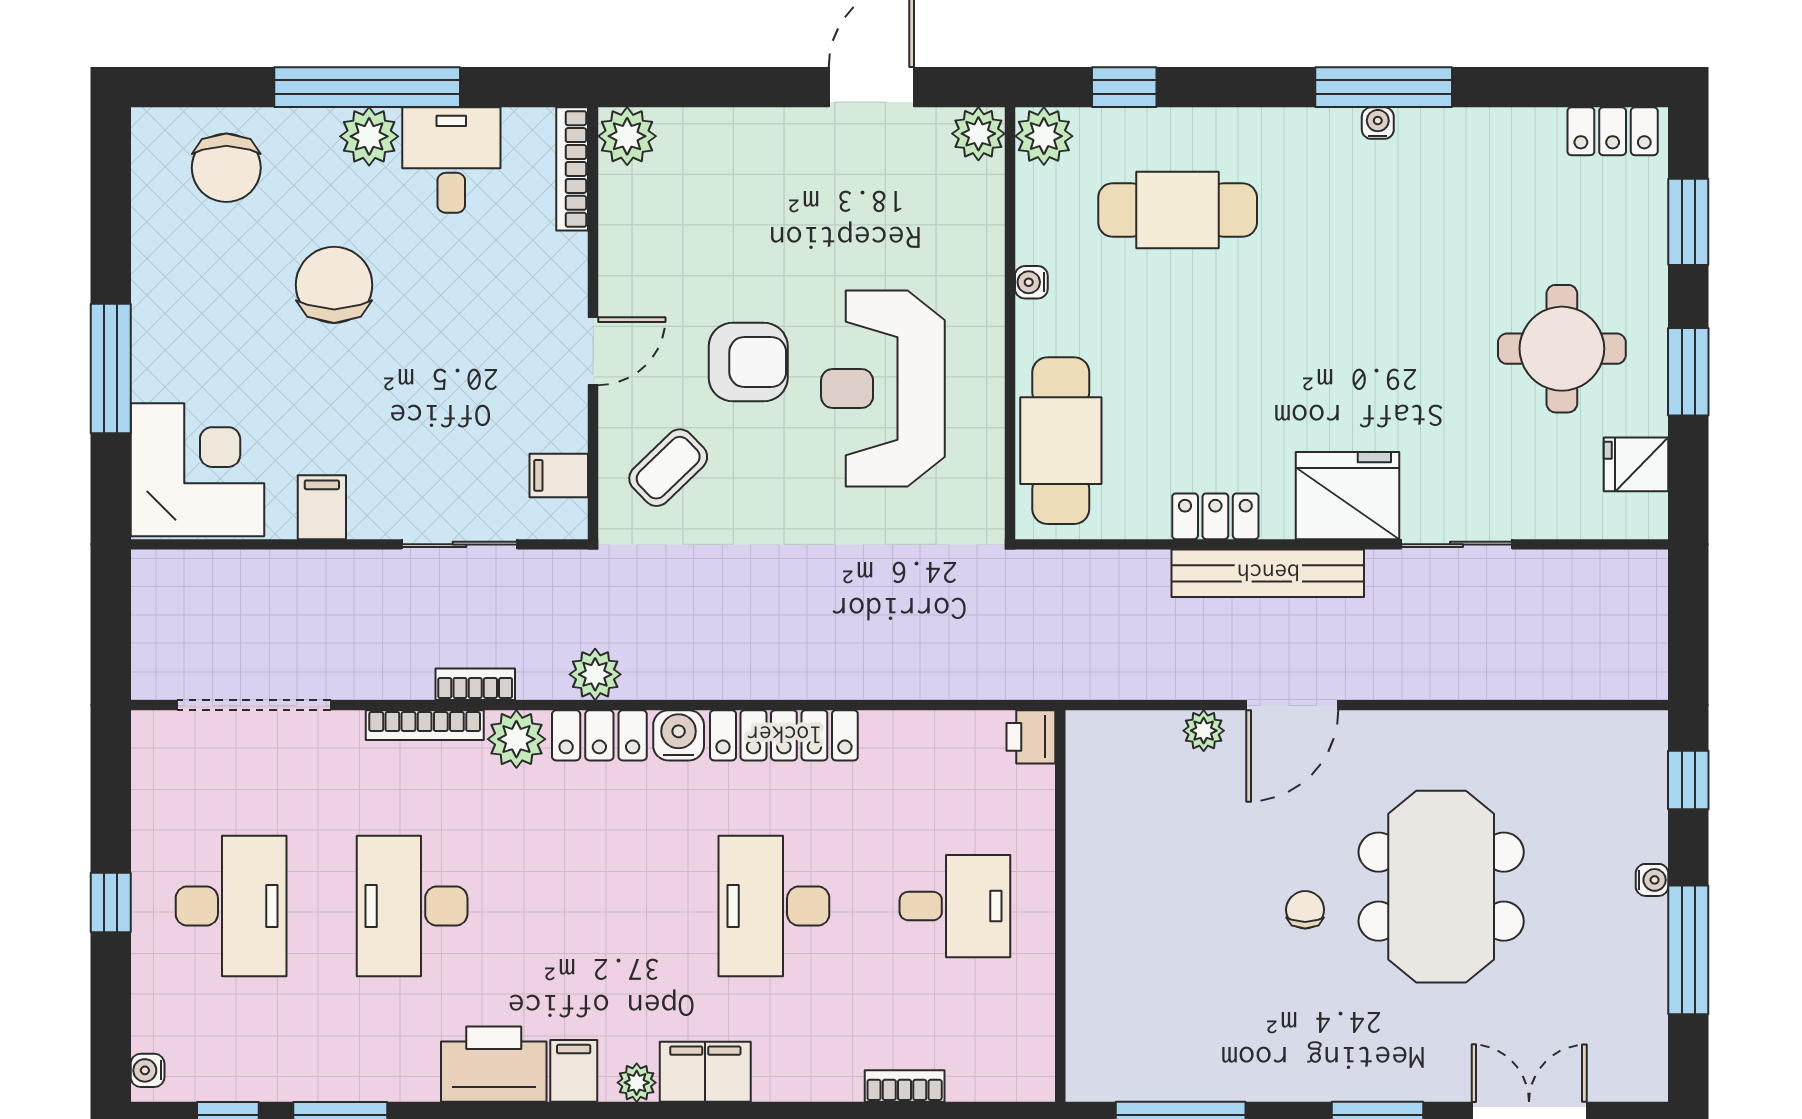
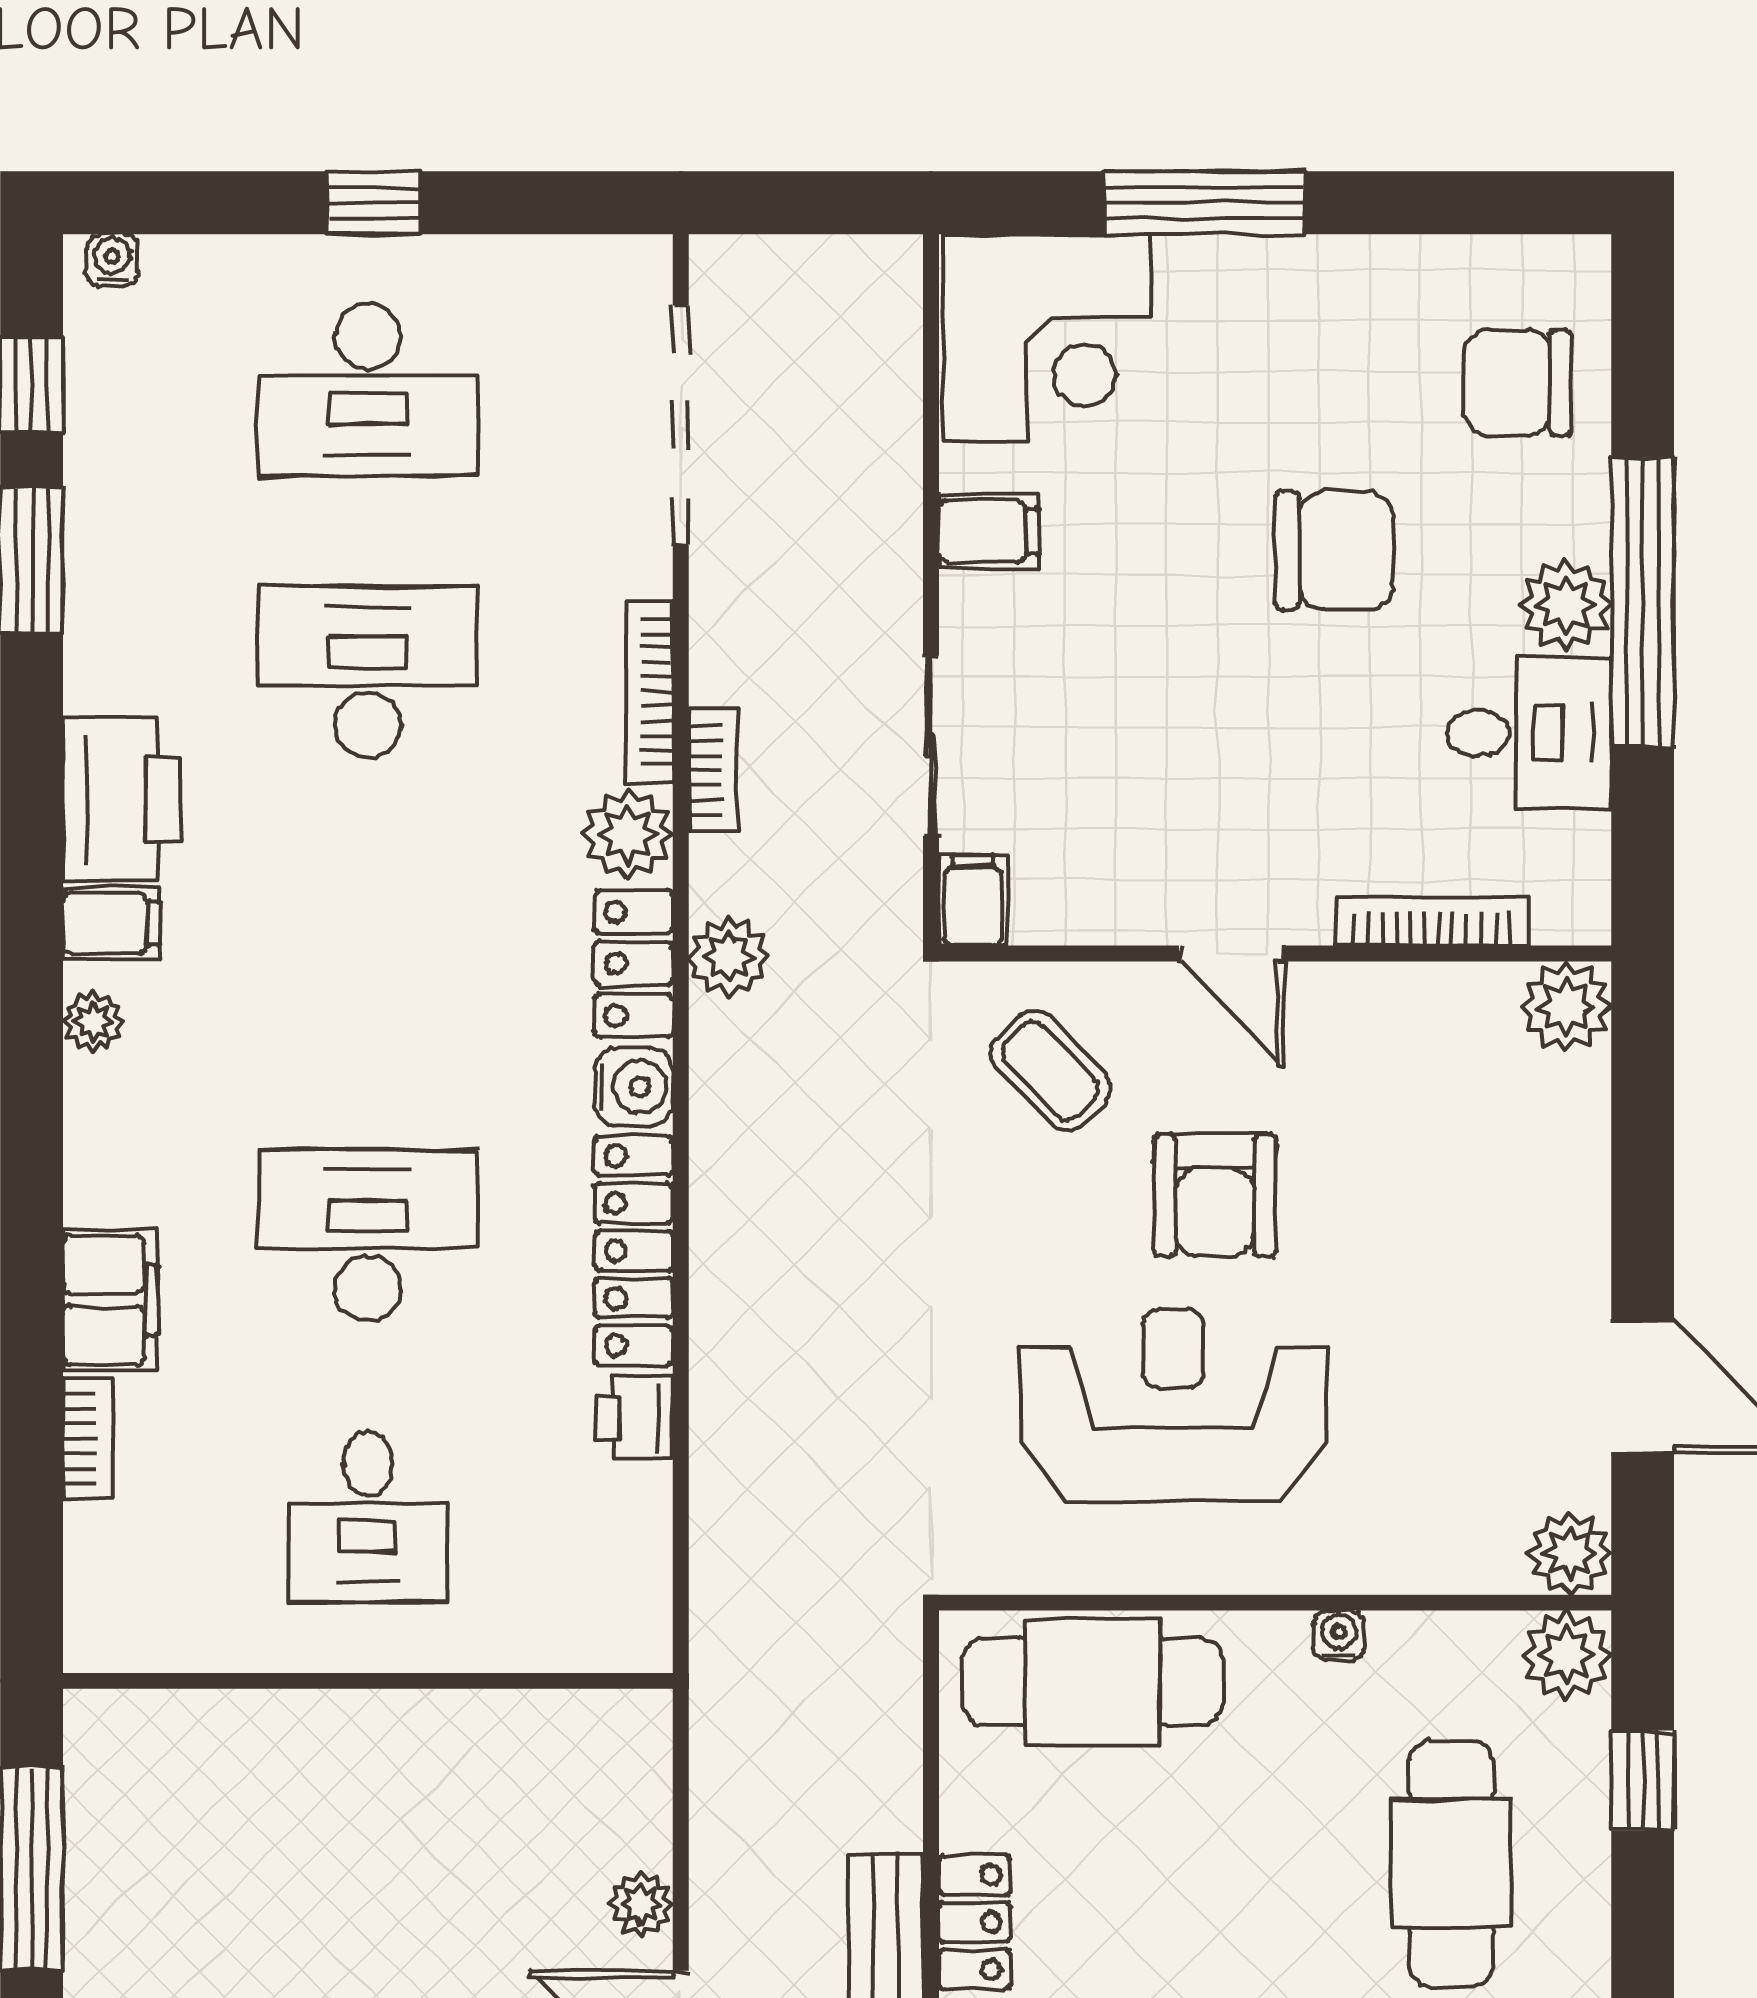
bookcase: (572, 169) -> (1432, 921), moved
filing cabinet: (559, 475) -> (973, 900), moved
printer: (1031, 737) -> (635, 1417), moved, turned -90
filing cabinet: (705, 1072) -> (110, 1300), moved

